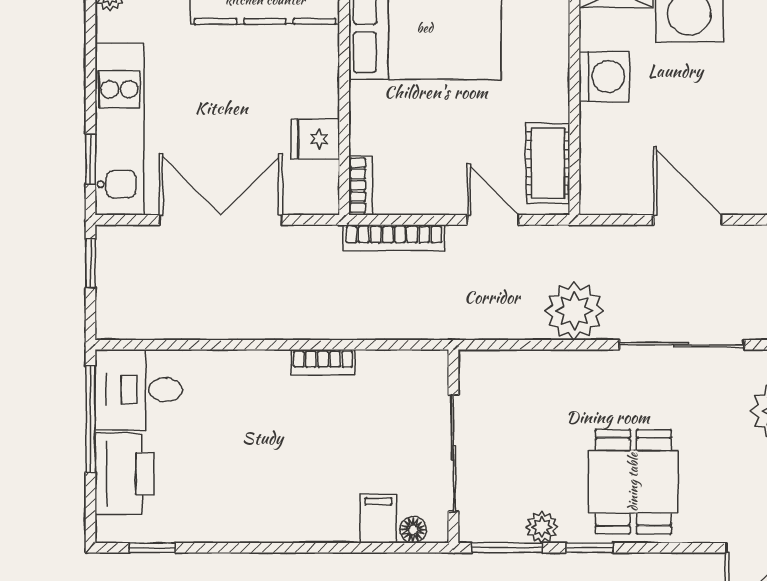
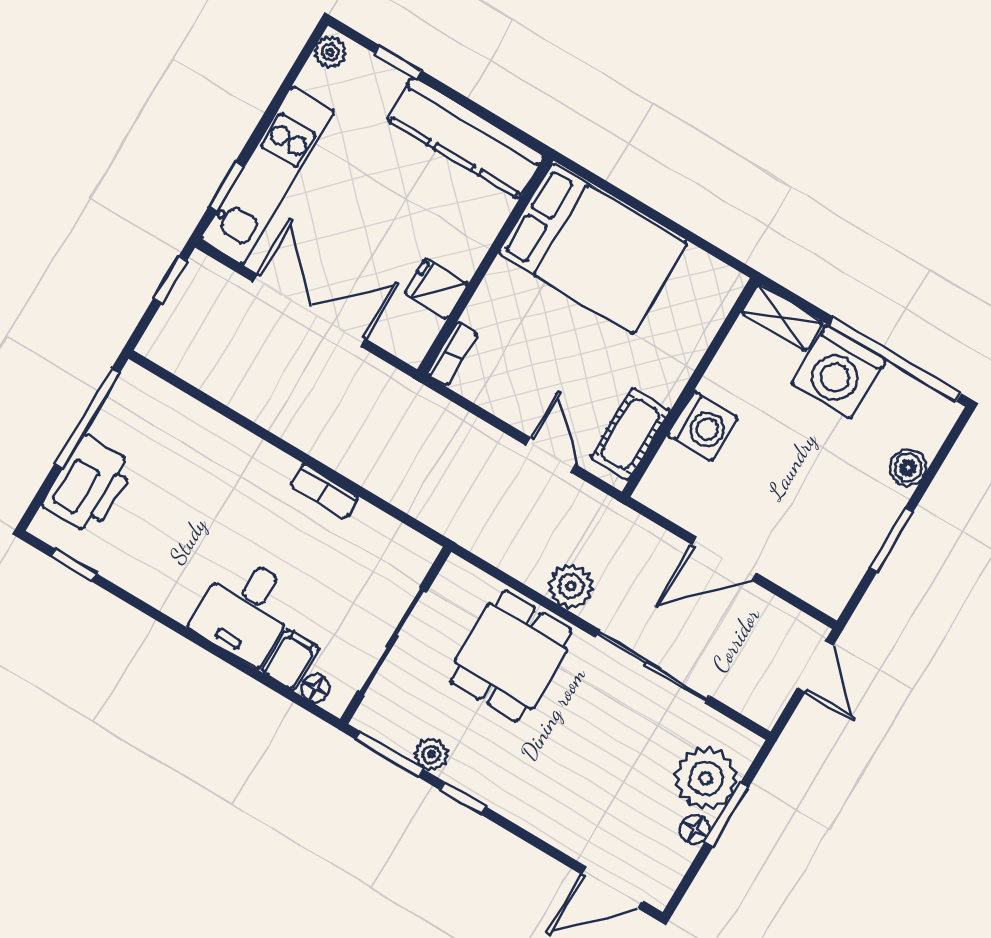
washing machine: (604, 77) -> (703, 427), moved
door: (688, 220) -> (724, 559), swing flipped
bookcase: (394, 238) -> (454, 418), removed
plant: (574, 311) -> (571, 586), width x0.73, depth x0.73
desk: (139, 390) -> (245, 610), moved, turned -90
dining table: (633, 482) -> (511, 656), moved

